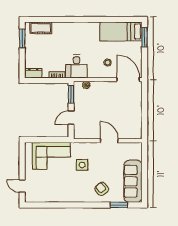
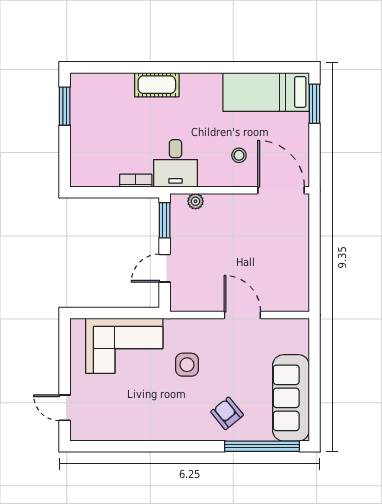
cot: (41, 28) -> (157, 85), moved
dresser: (33, 73) -> (87, 177), removed
window: (119, 205) -> (262, 446), width x2.11

